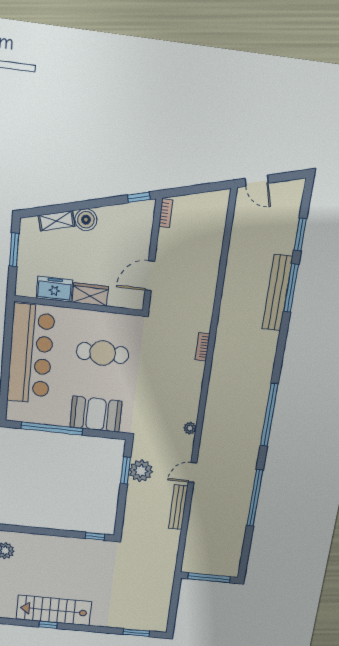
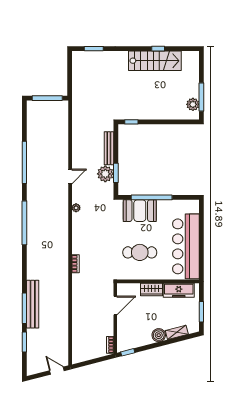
freezer: (54, 289) -> (179, 290), width x1.40
window: (52, 428) -> (152, 197), moved
bench: (178, 507) -> (109, 148), moved

